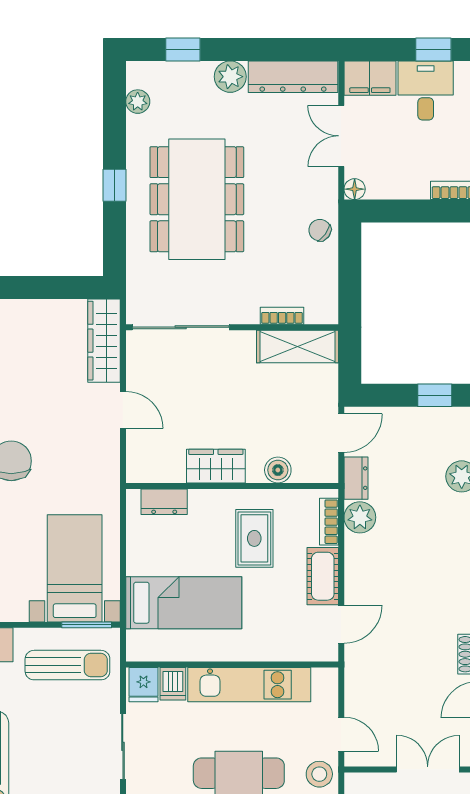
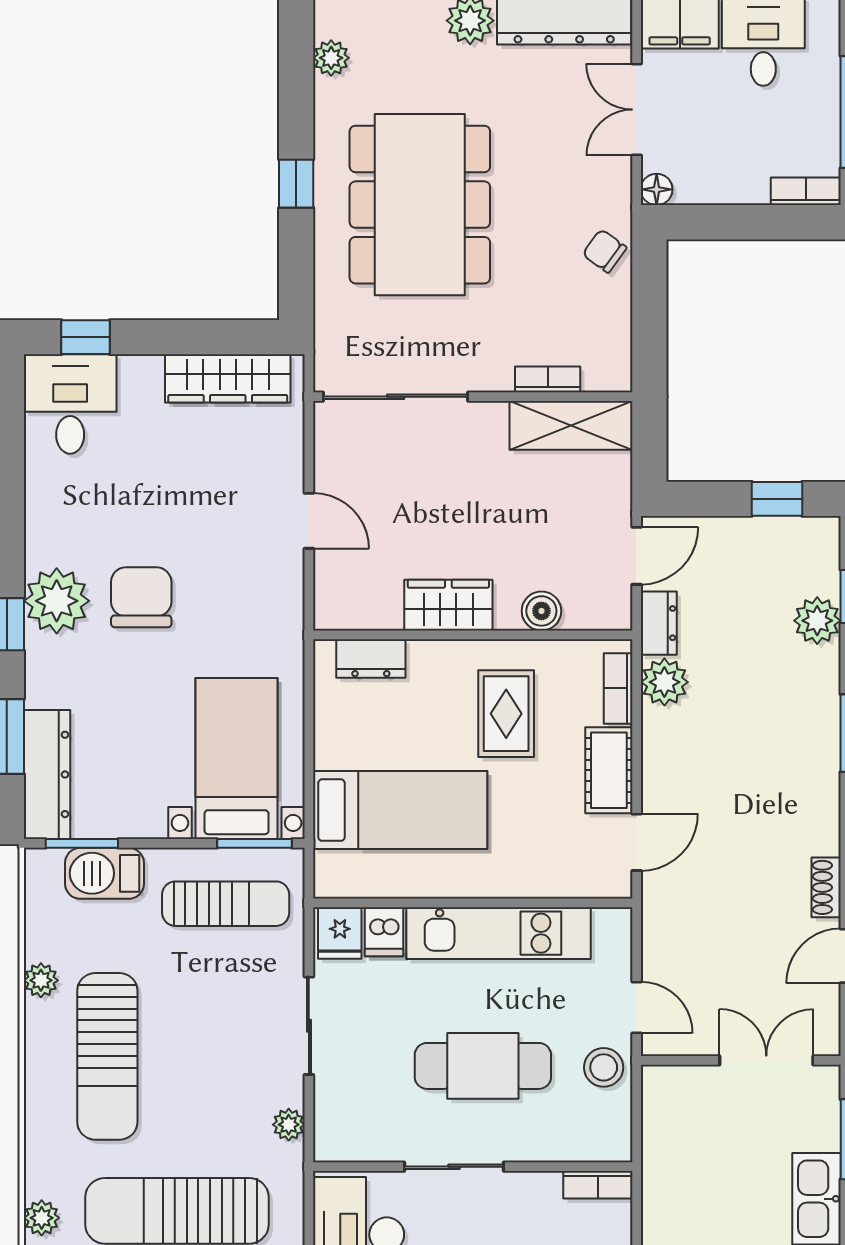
wardrobe: (104, 341) -> (228, 378), moved, turned -90

